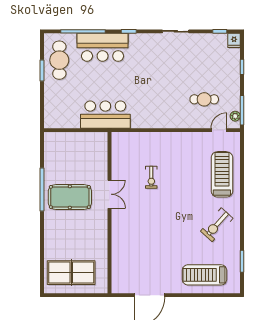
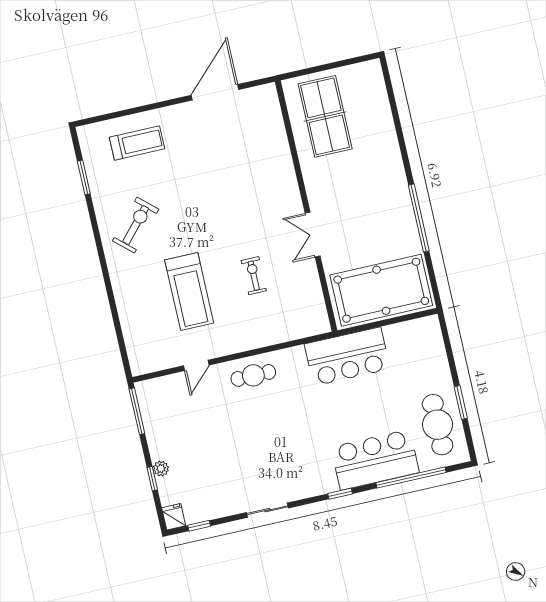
cafe table: (204, 99) -> (253, 375), moved
plant: (235, 116) -> (161, 469), moved
door: (219, 130) -> (196, 365), moved
treadmill: (222, 174) -> (189, 292), moved
pool table: (70, 197) -> (381, 290), moved, width x1.36, depth x1.32
table tennis table: (71, 273) -> (325, 116), moved, turned 90
treadmill: (204, 275) -> (137, 143), width x0.73, depth x0.73

